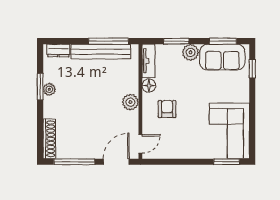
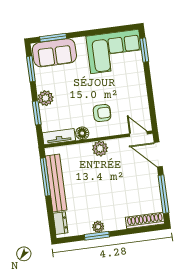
sofa: (222, 57) -> (54, 53), moved, turned 90
window: (252, 69) -> (53, 38), width x1.50
armchair: (167, 109) -> (102, 113), turned 180

